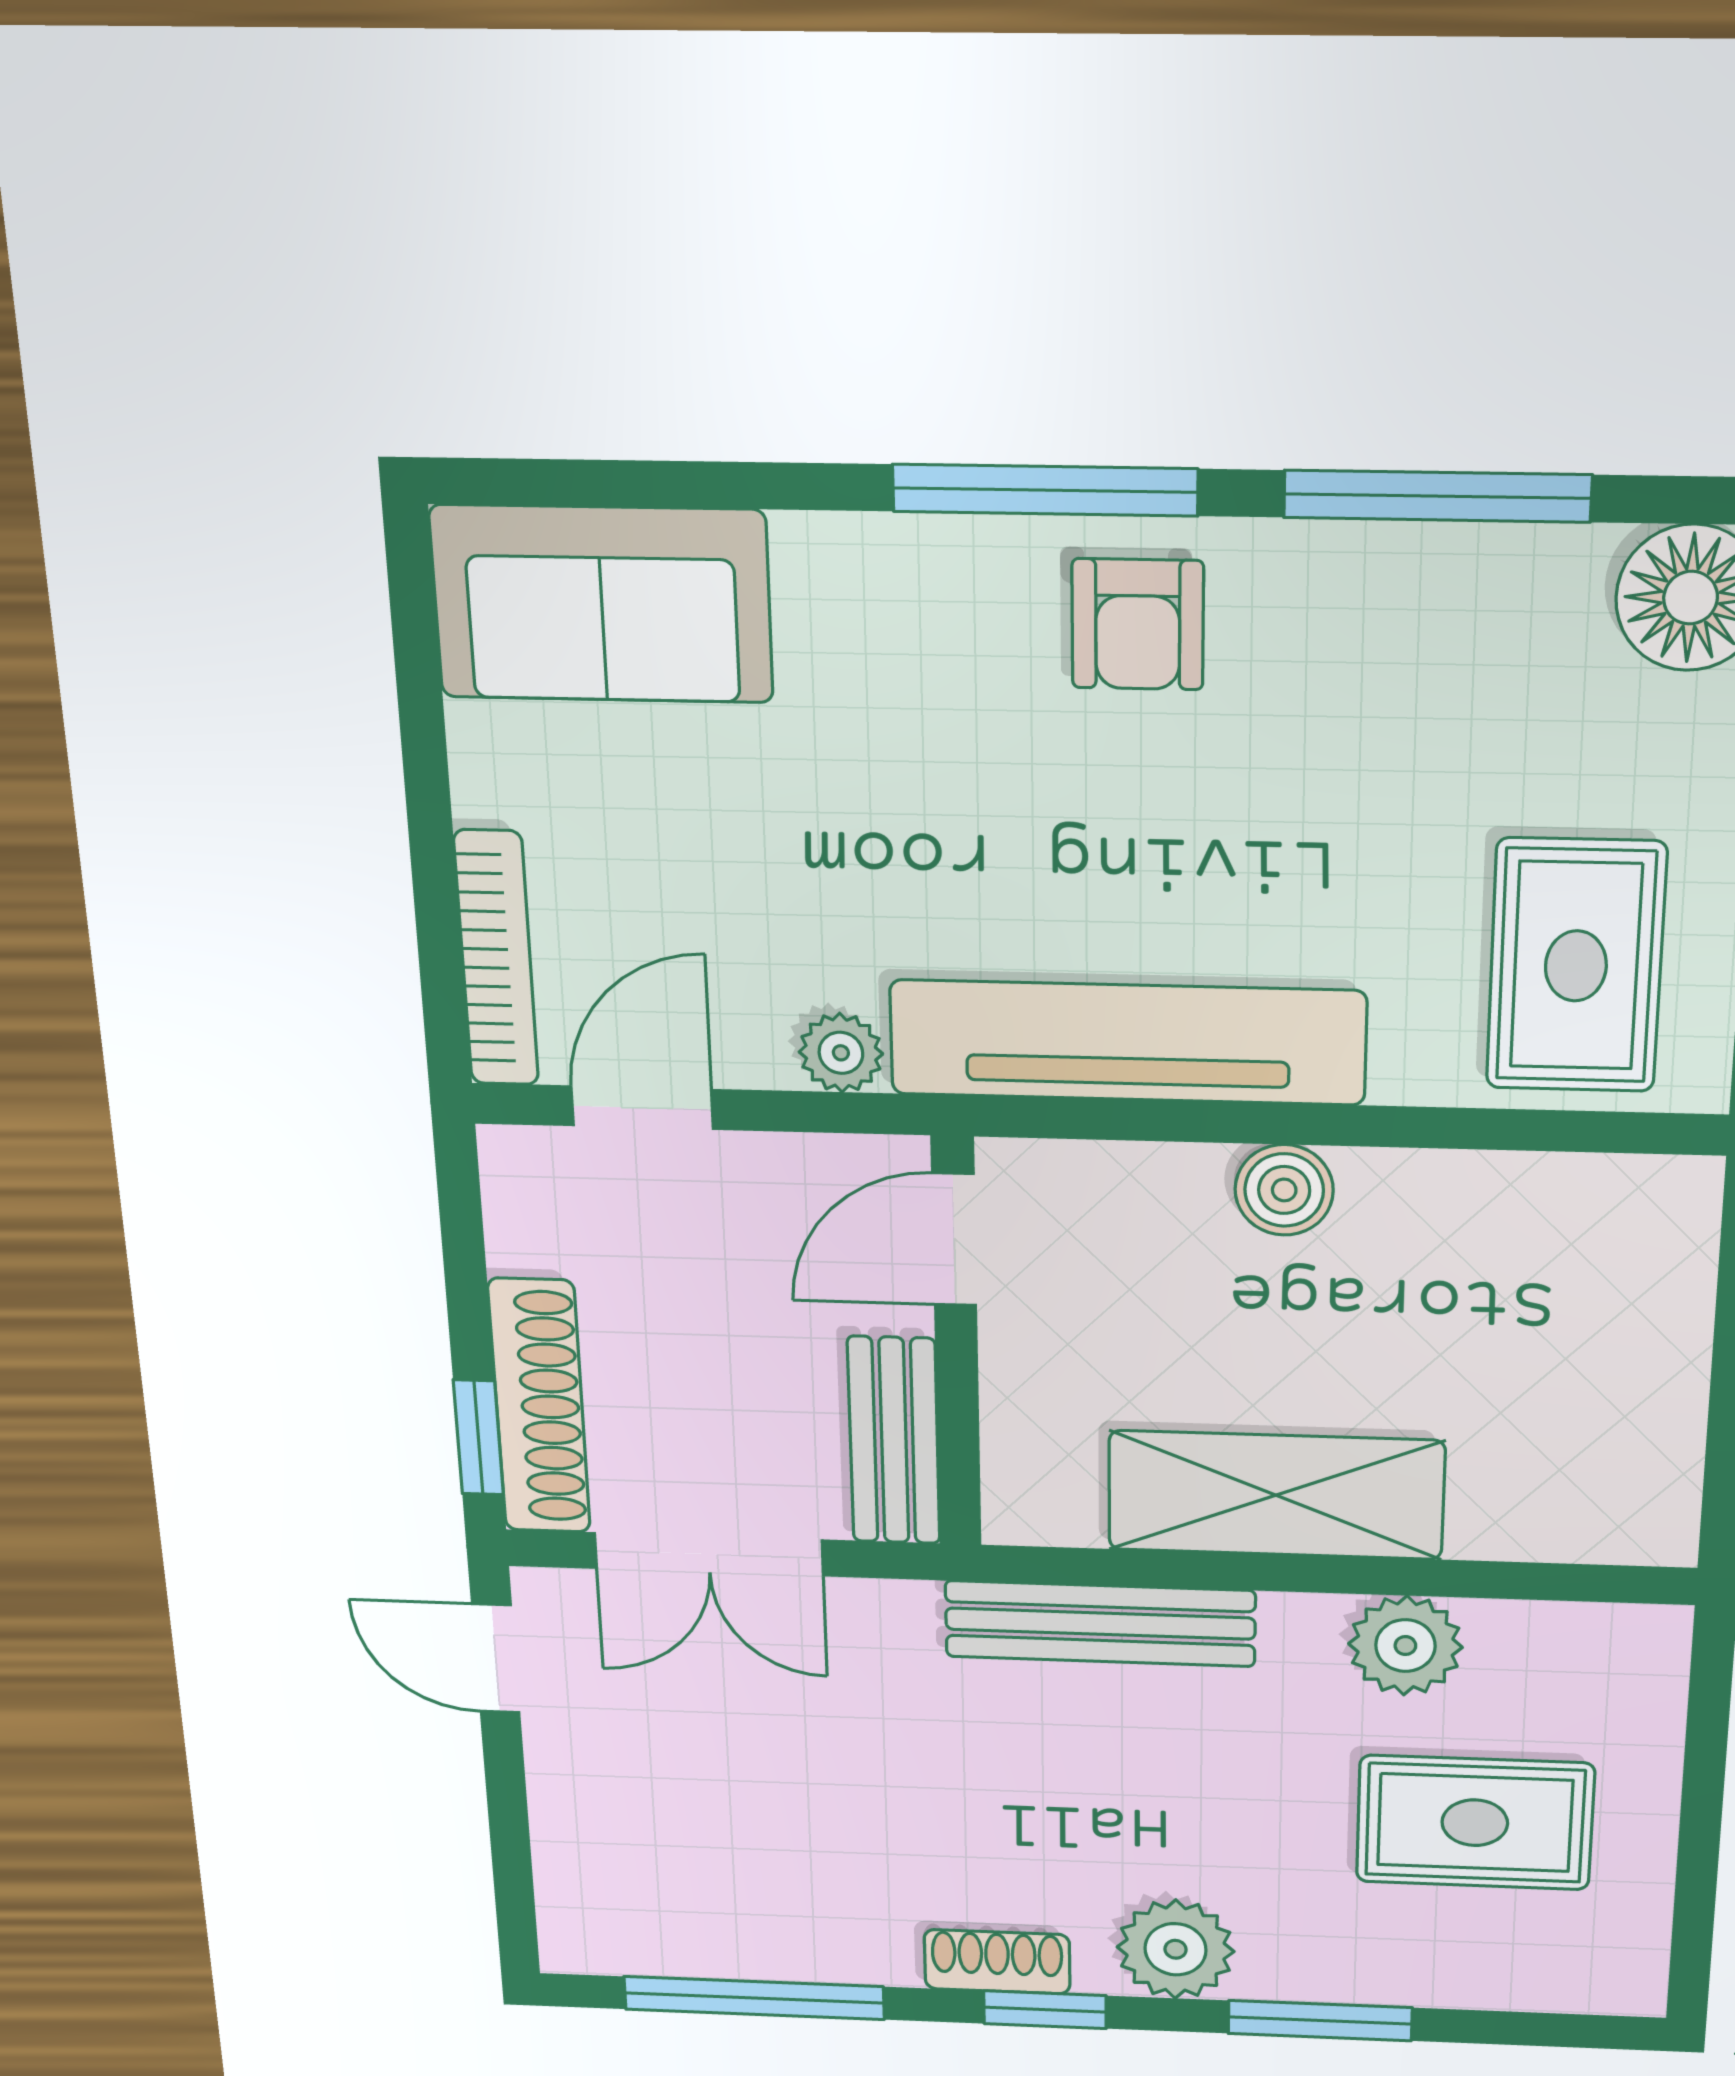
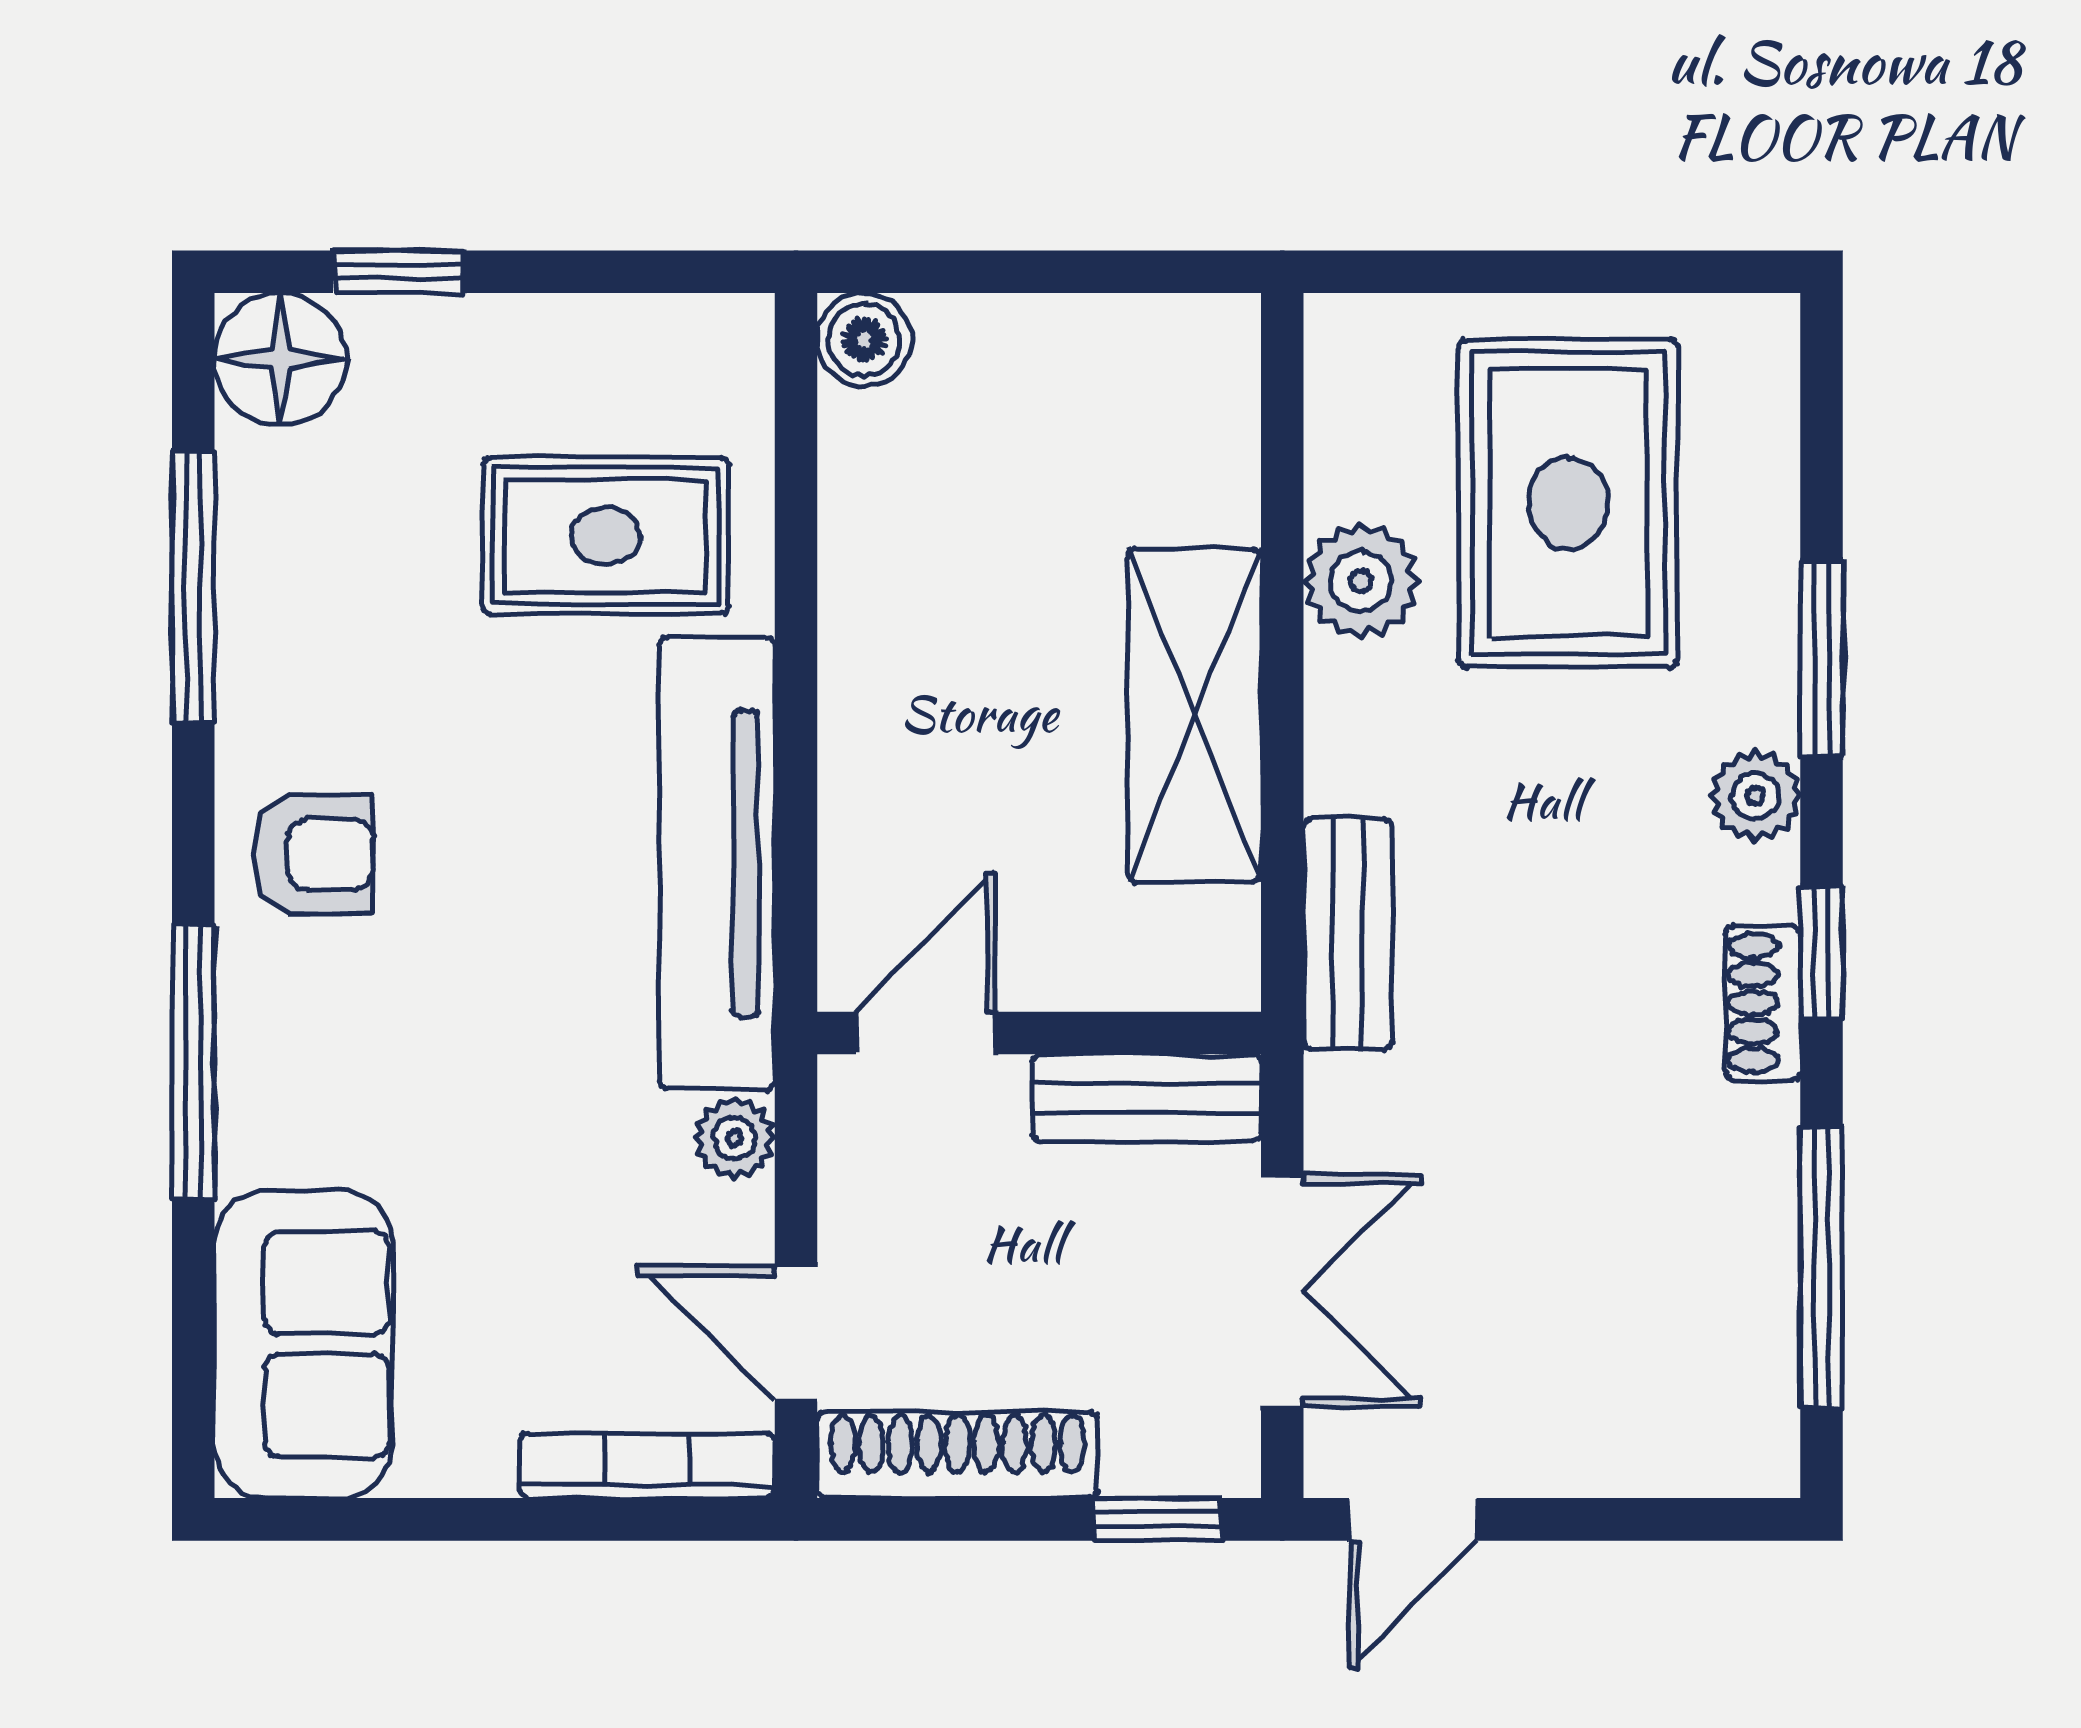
window: (1045, 490) -> (193, 1062), moved
rug: (1576, 966) -> (606, 536), moved
boiler: (1284, 1190) -> (864, 340), moved
door: (954, 1240) -> (926, 1033), swing flipped
shoe rack: (539, 1407) -> (957, 1455), moved
bench: (1100, 1624) -> (1348, 934), width x0.73
rug: (1475, 1823) -> (1568, 503), width x1.36, depth x1.43
plant: (1176, 1949) -> (1755, 796), width x0.73, depth x0.73

